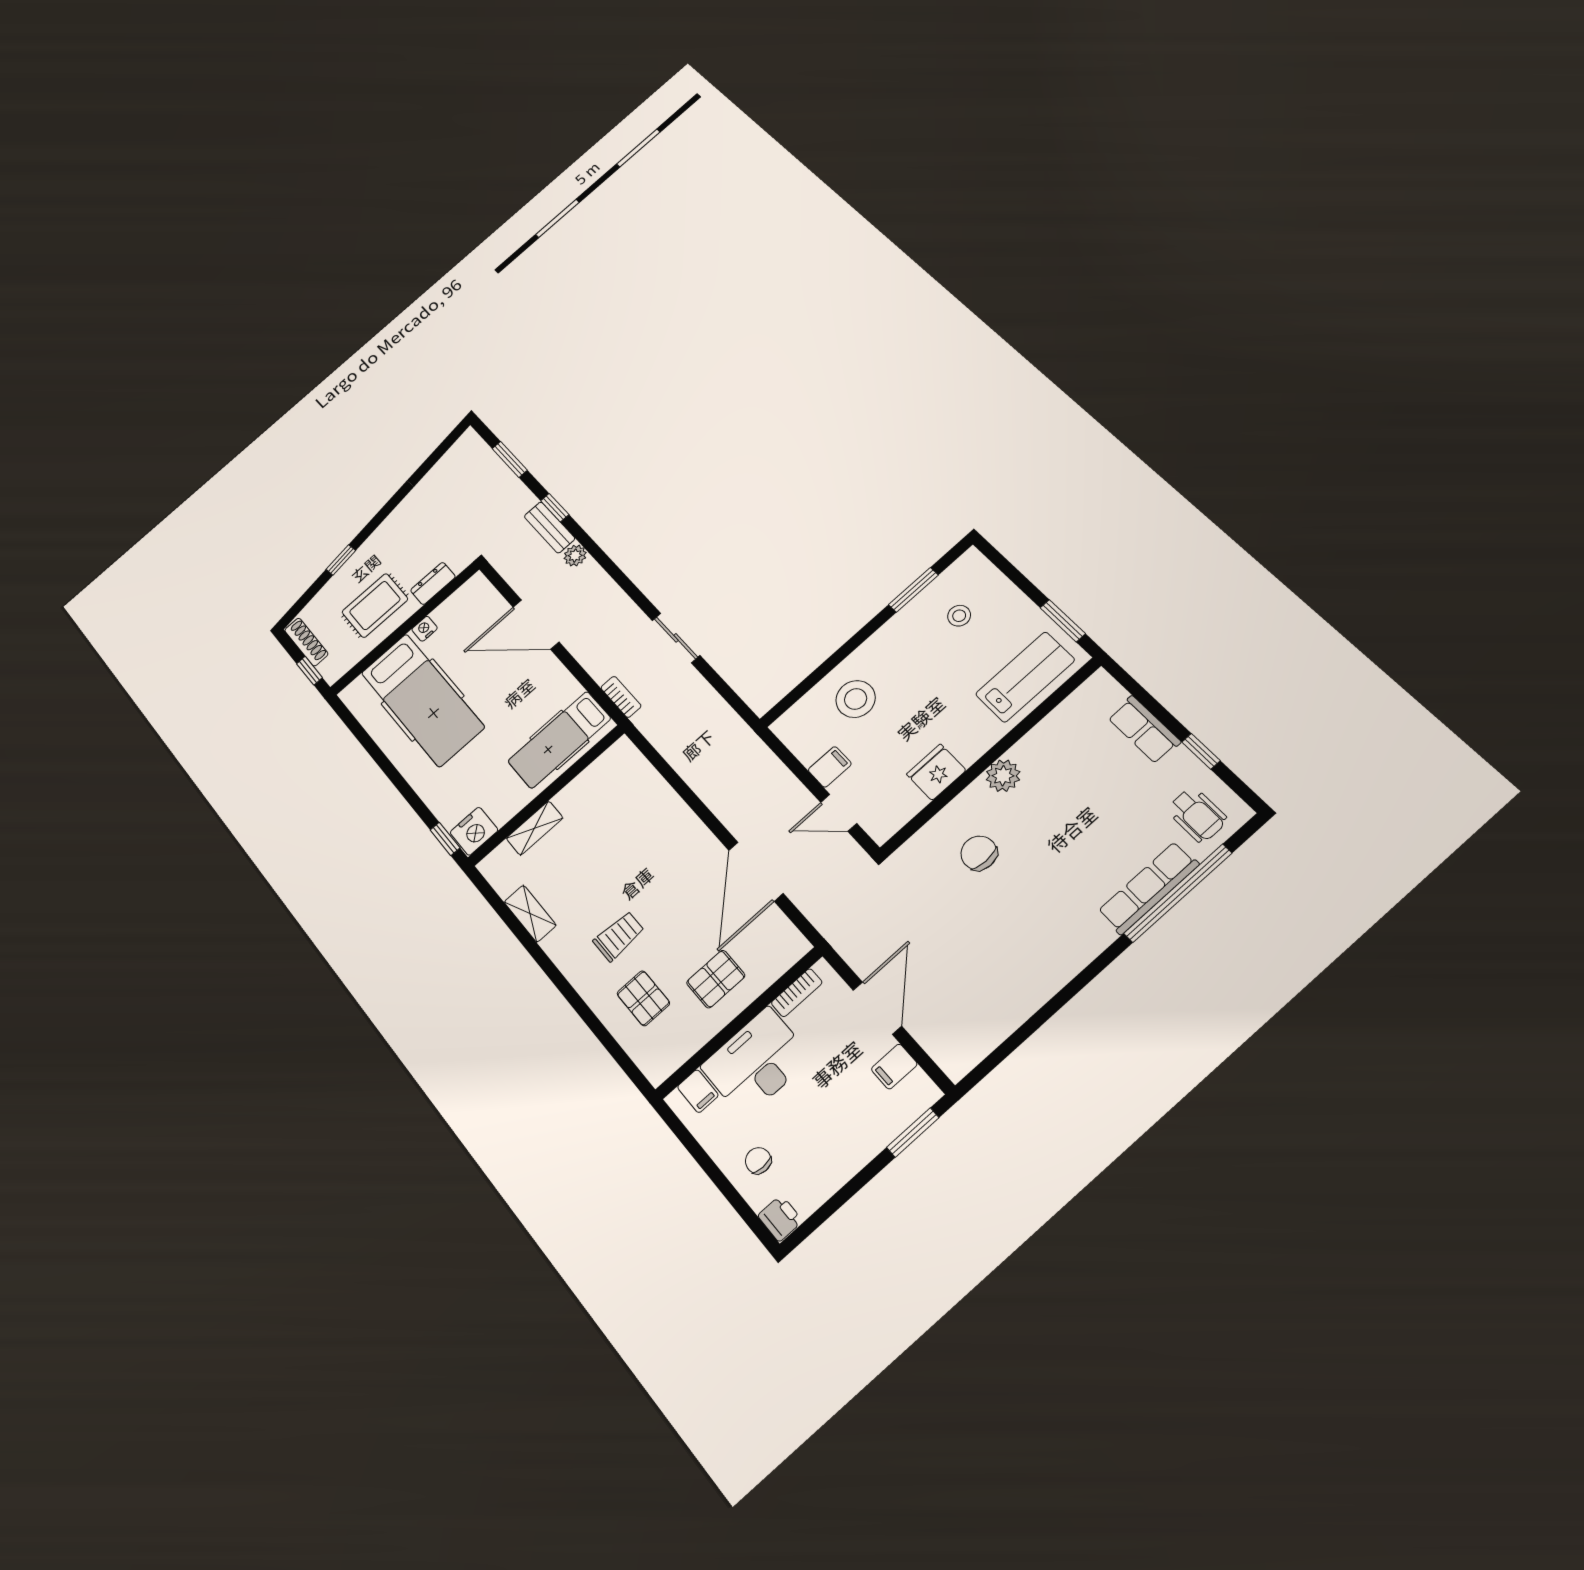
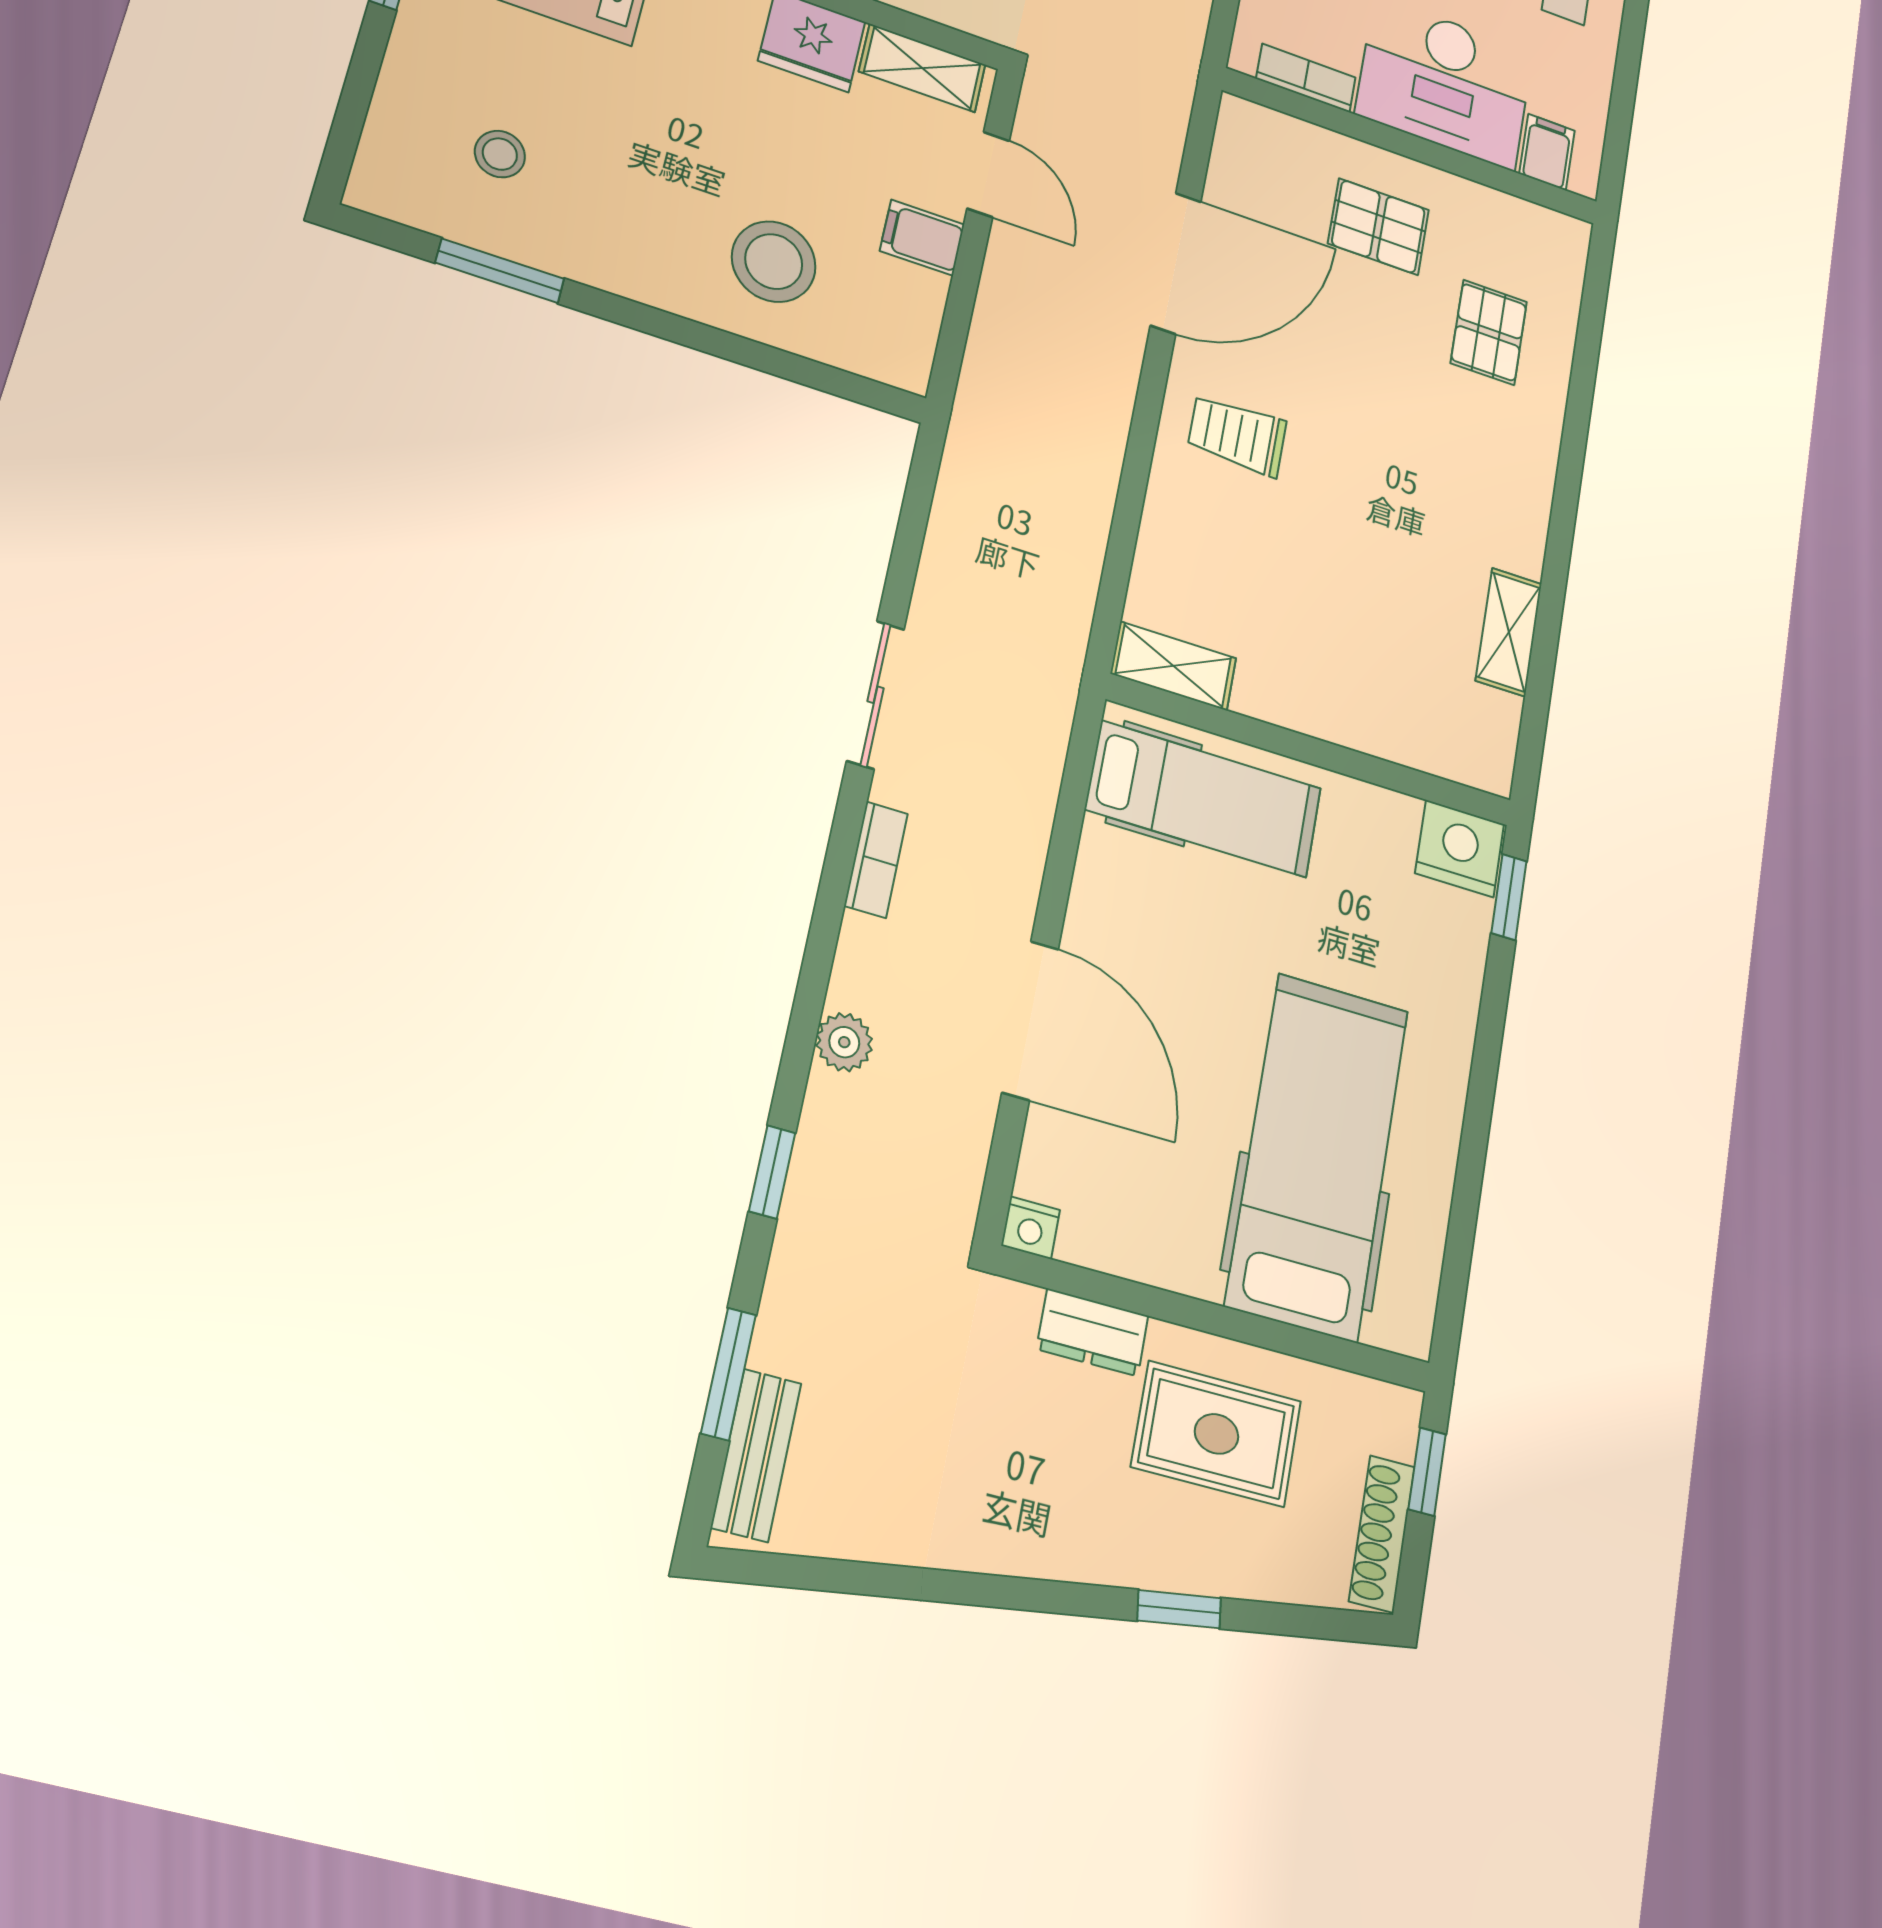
bench: (549, 527) -> (756, 1455), moved
nightstand: (425, 629) -> (1031, 1228), moved
bookcase: (621, 697) -> (876, 860), moved, turned 180
shelving: (899, 814) -> (922, 68), added
shelving: (535, 828) -> (1173, 666), moved
trolley: (619, 936) -> (1237, 435), moved

